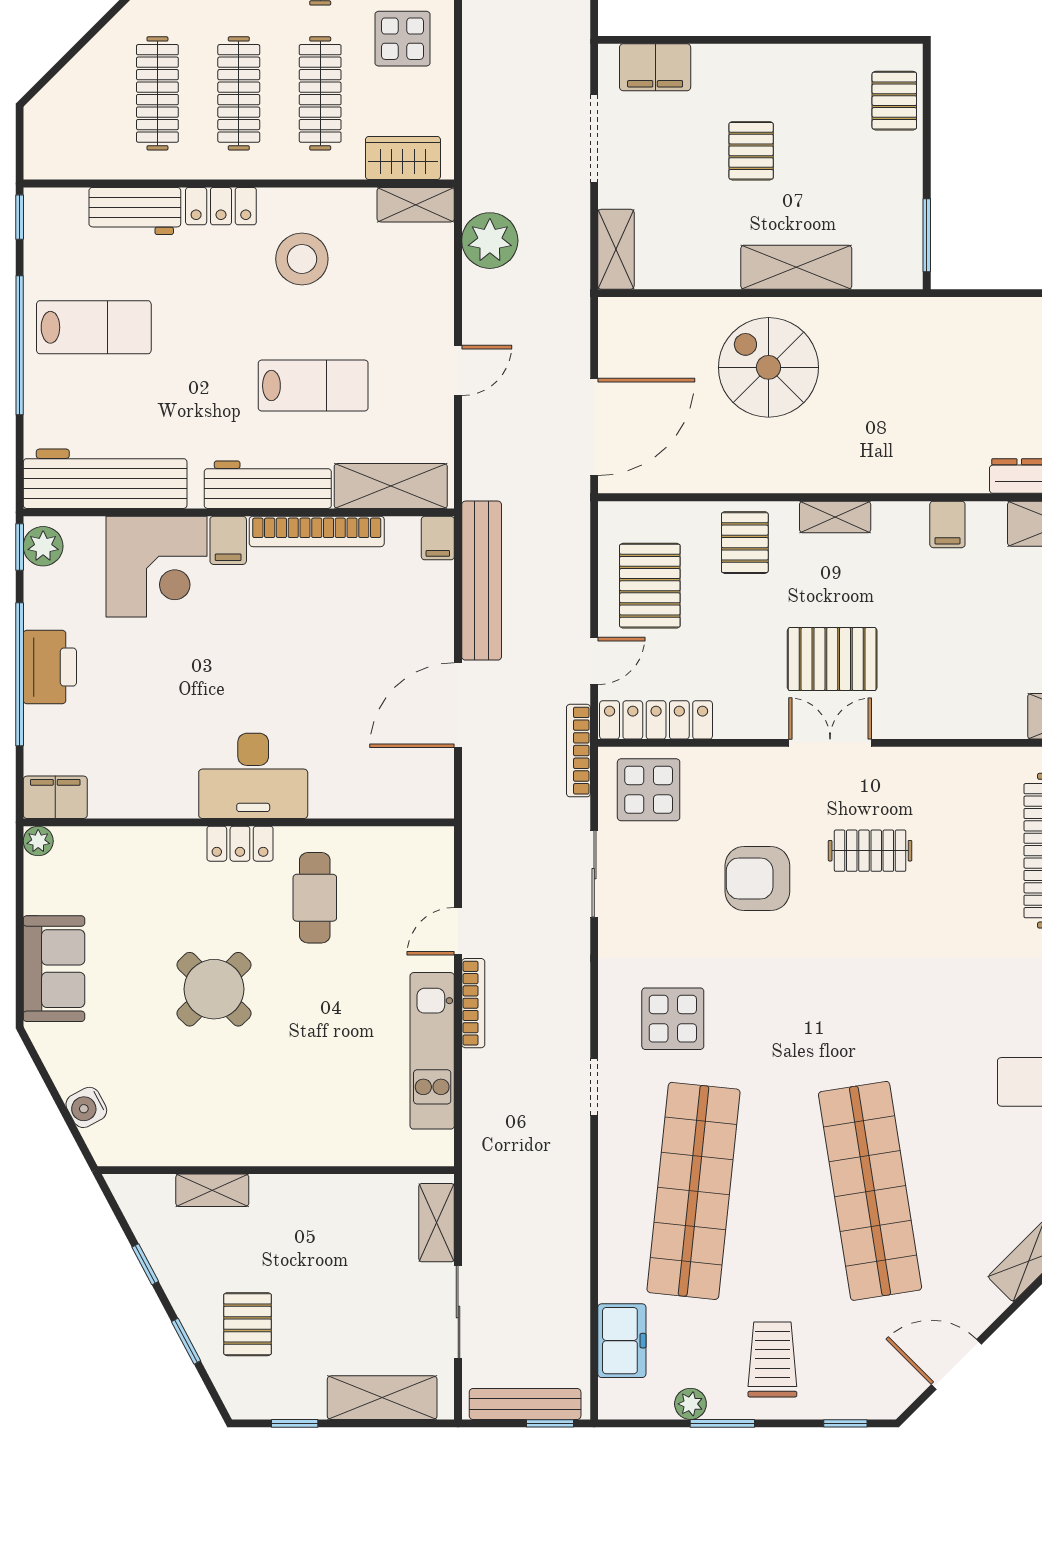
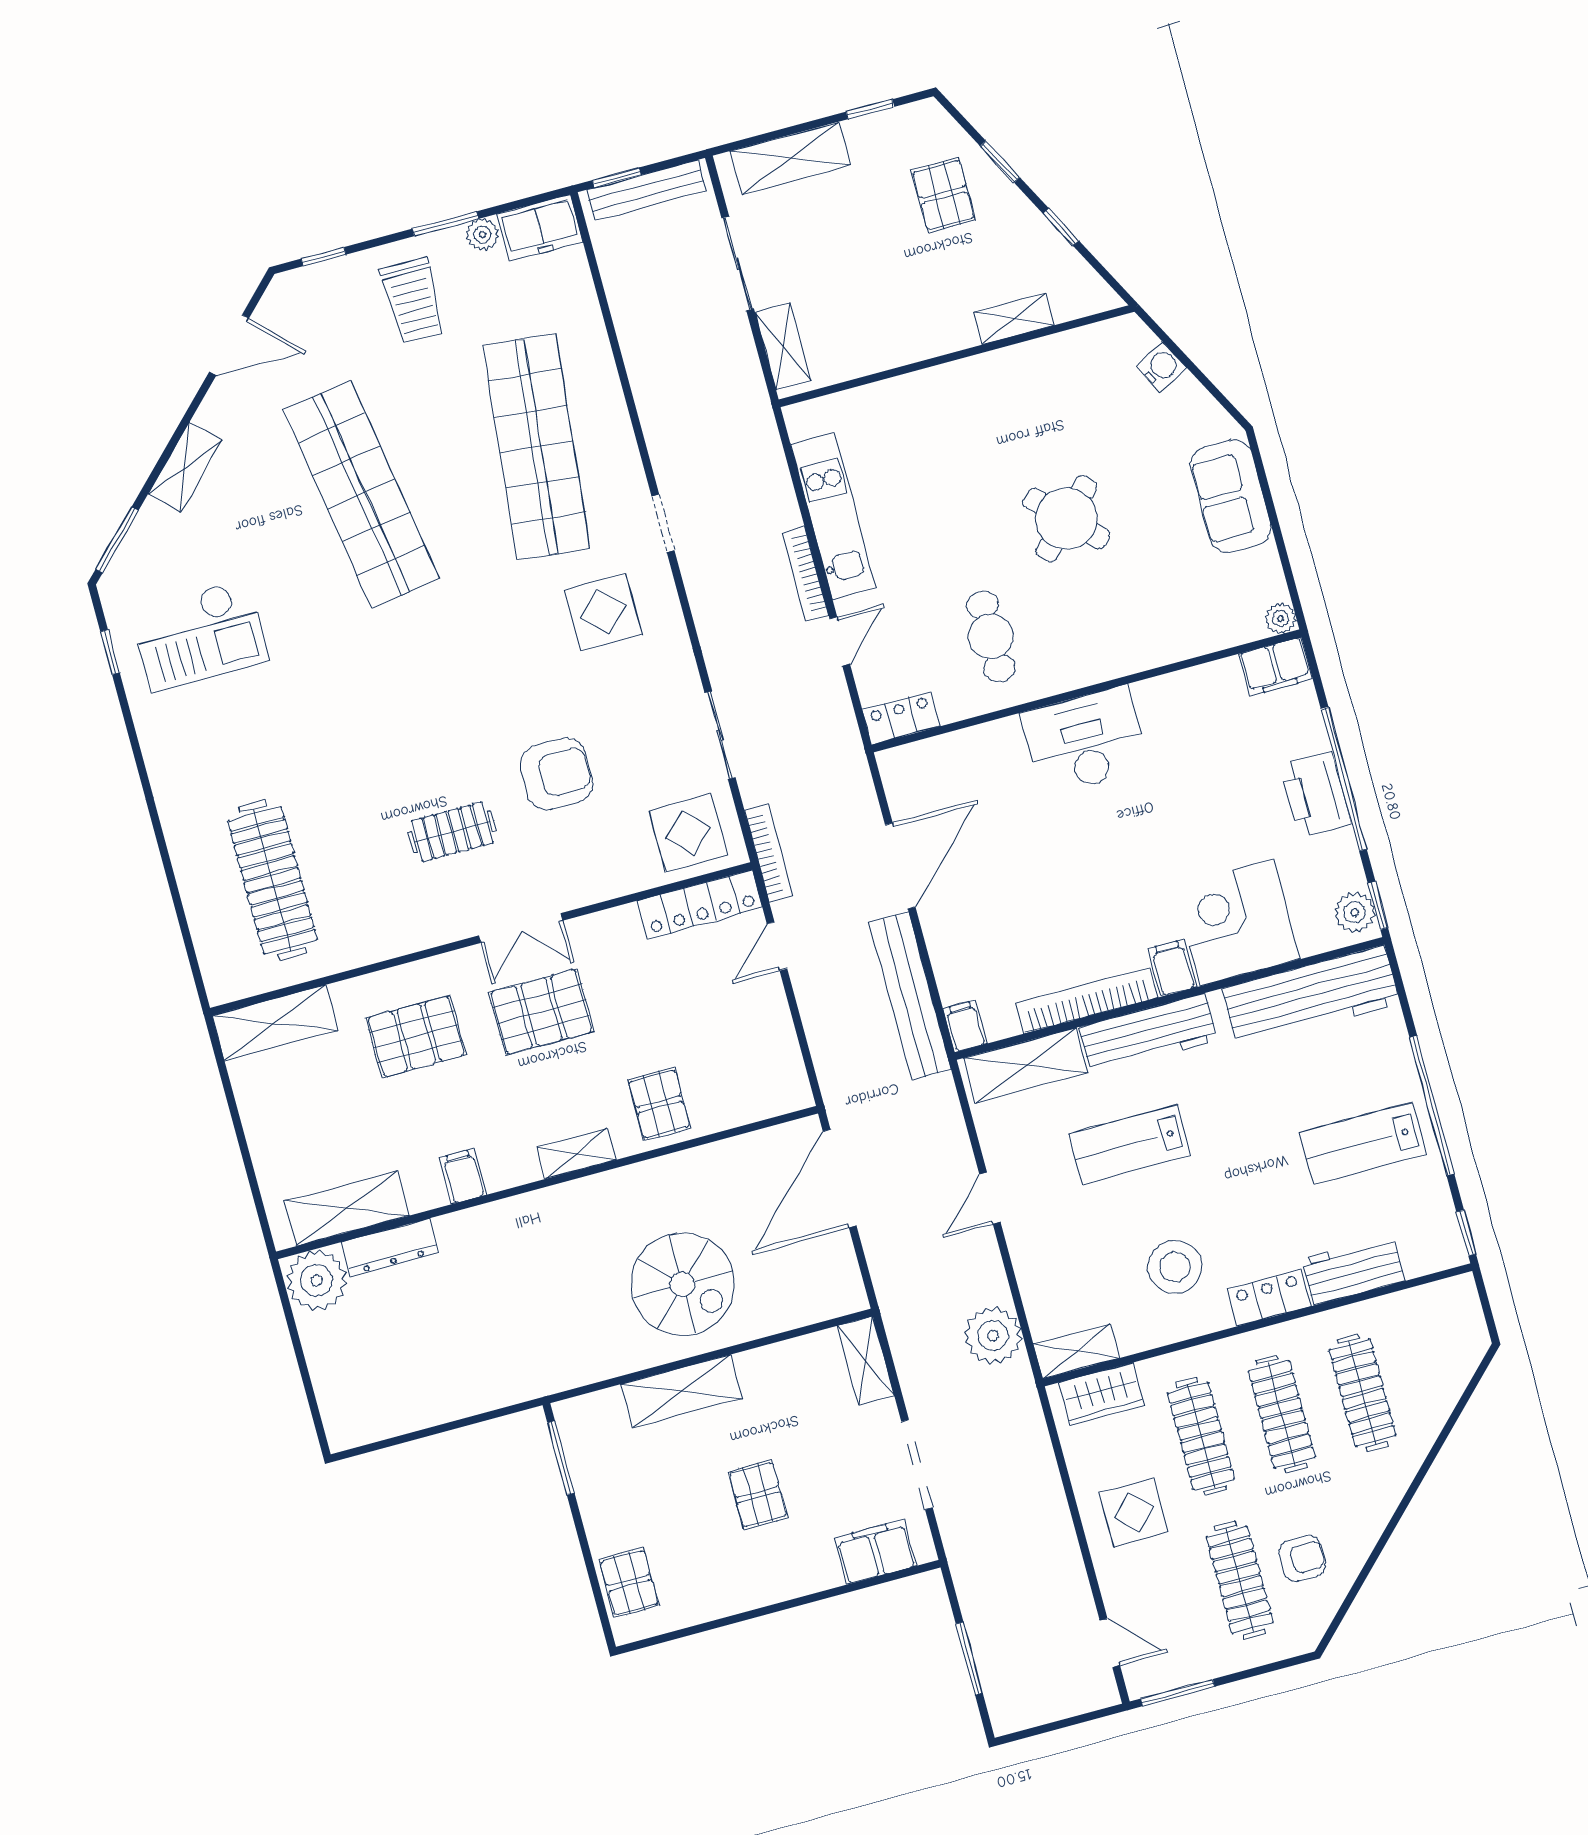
pallet: (650, 586) -> (416, 1036), moved, turned 90
locker: (240, 844) -> (901, 718), moved
freezer: (622, 1341) -> (540, 228), moved, turned -90

